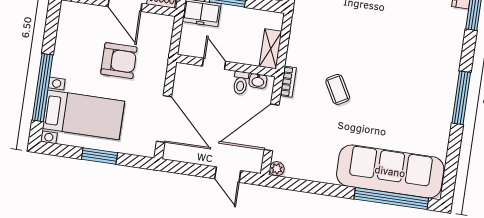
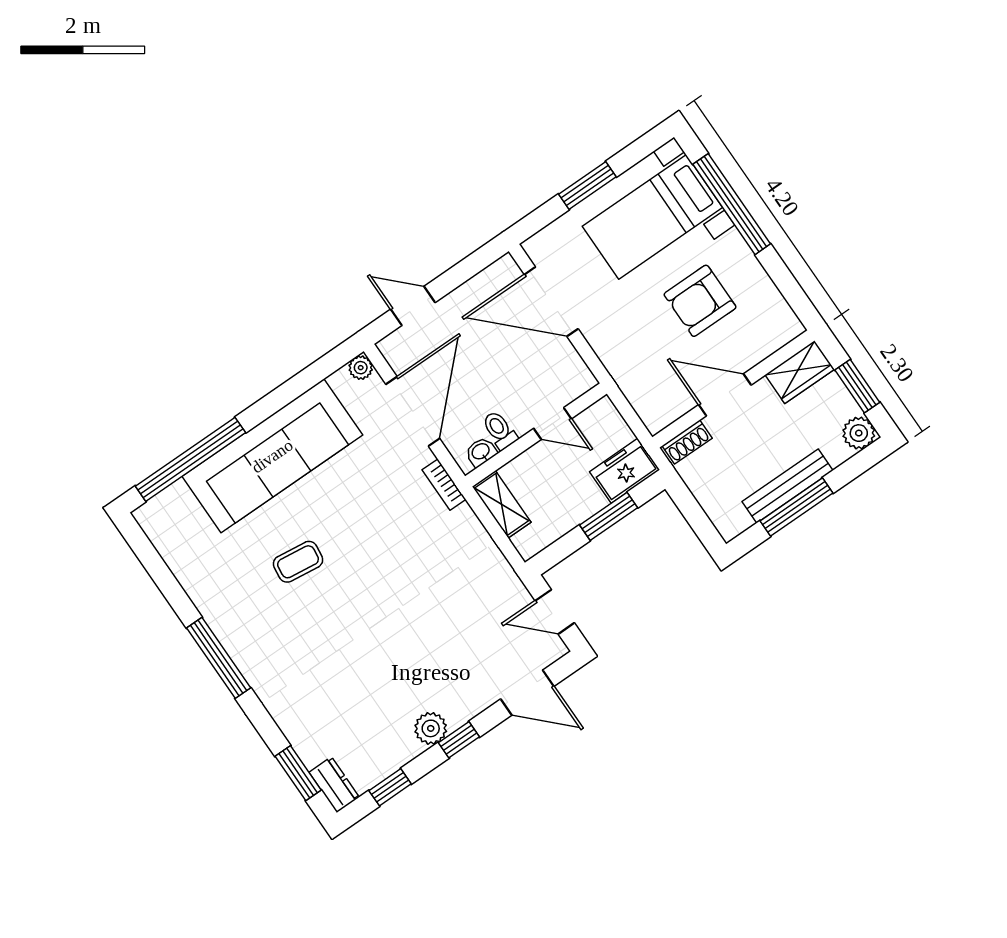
armchair: (119, 61) -> (700, 301), moved
coffee table: (338, 89) -> (298, 562), moved, turned -54
sofa: (390, 171) -> (272, 456), moved

